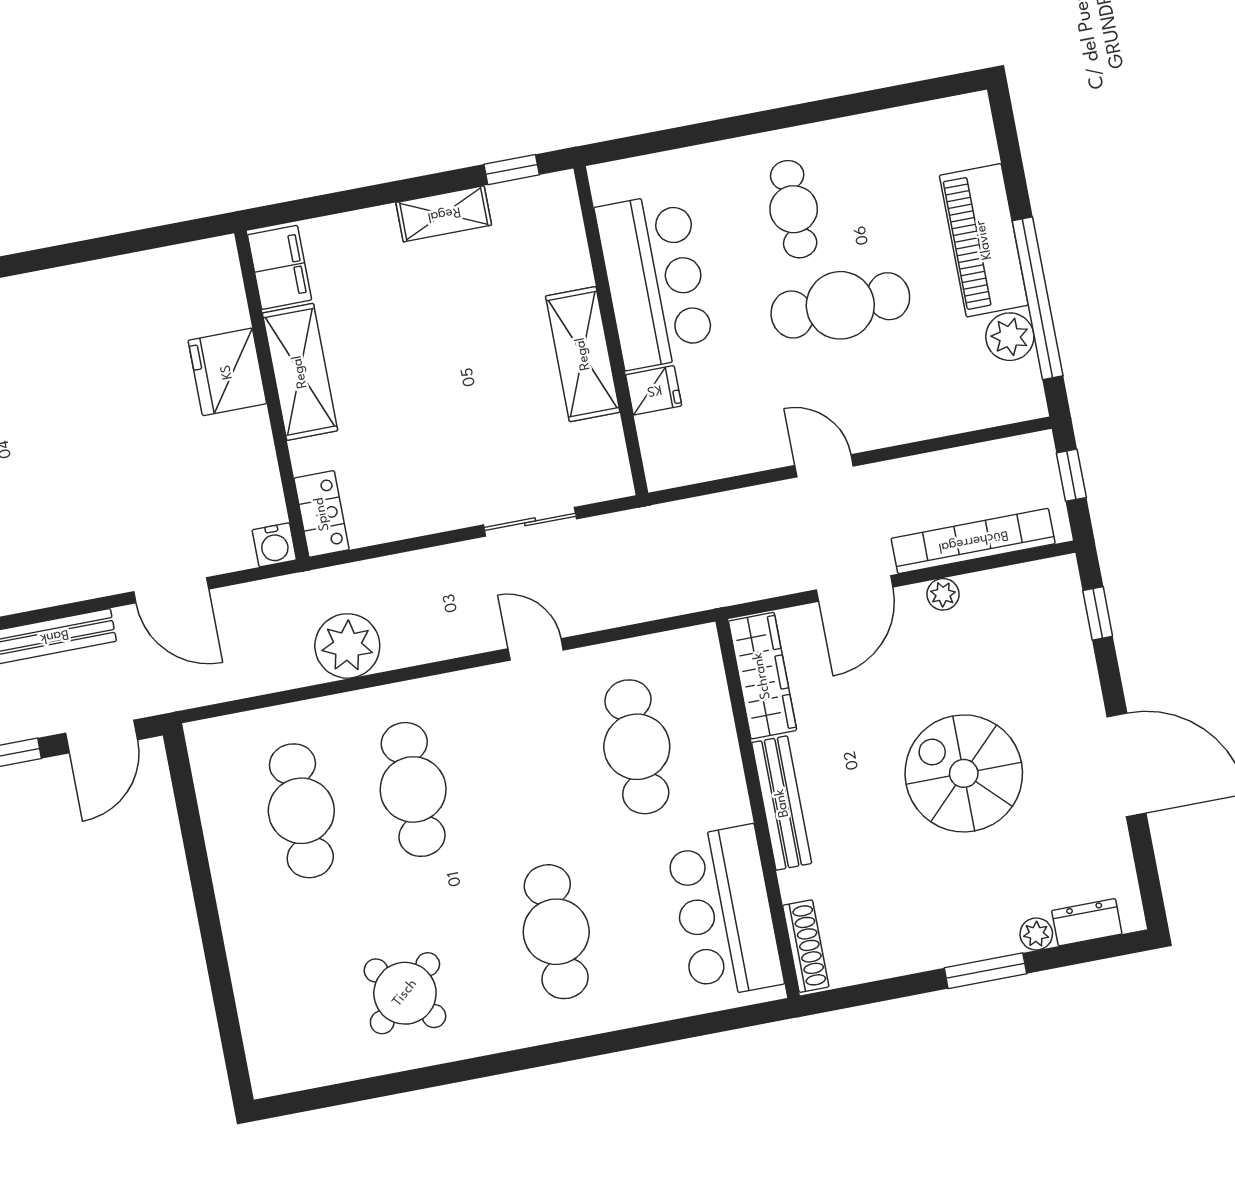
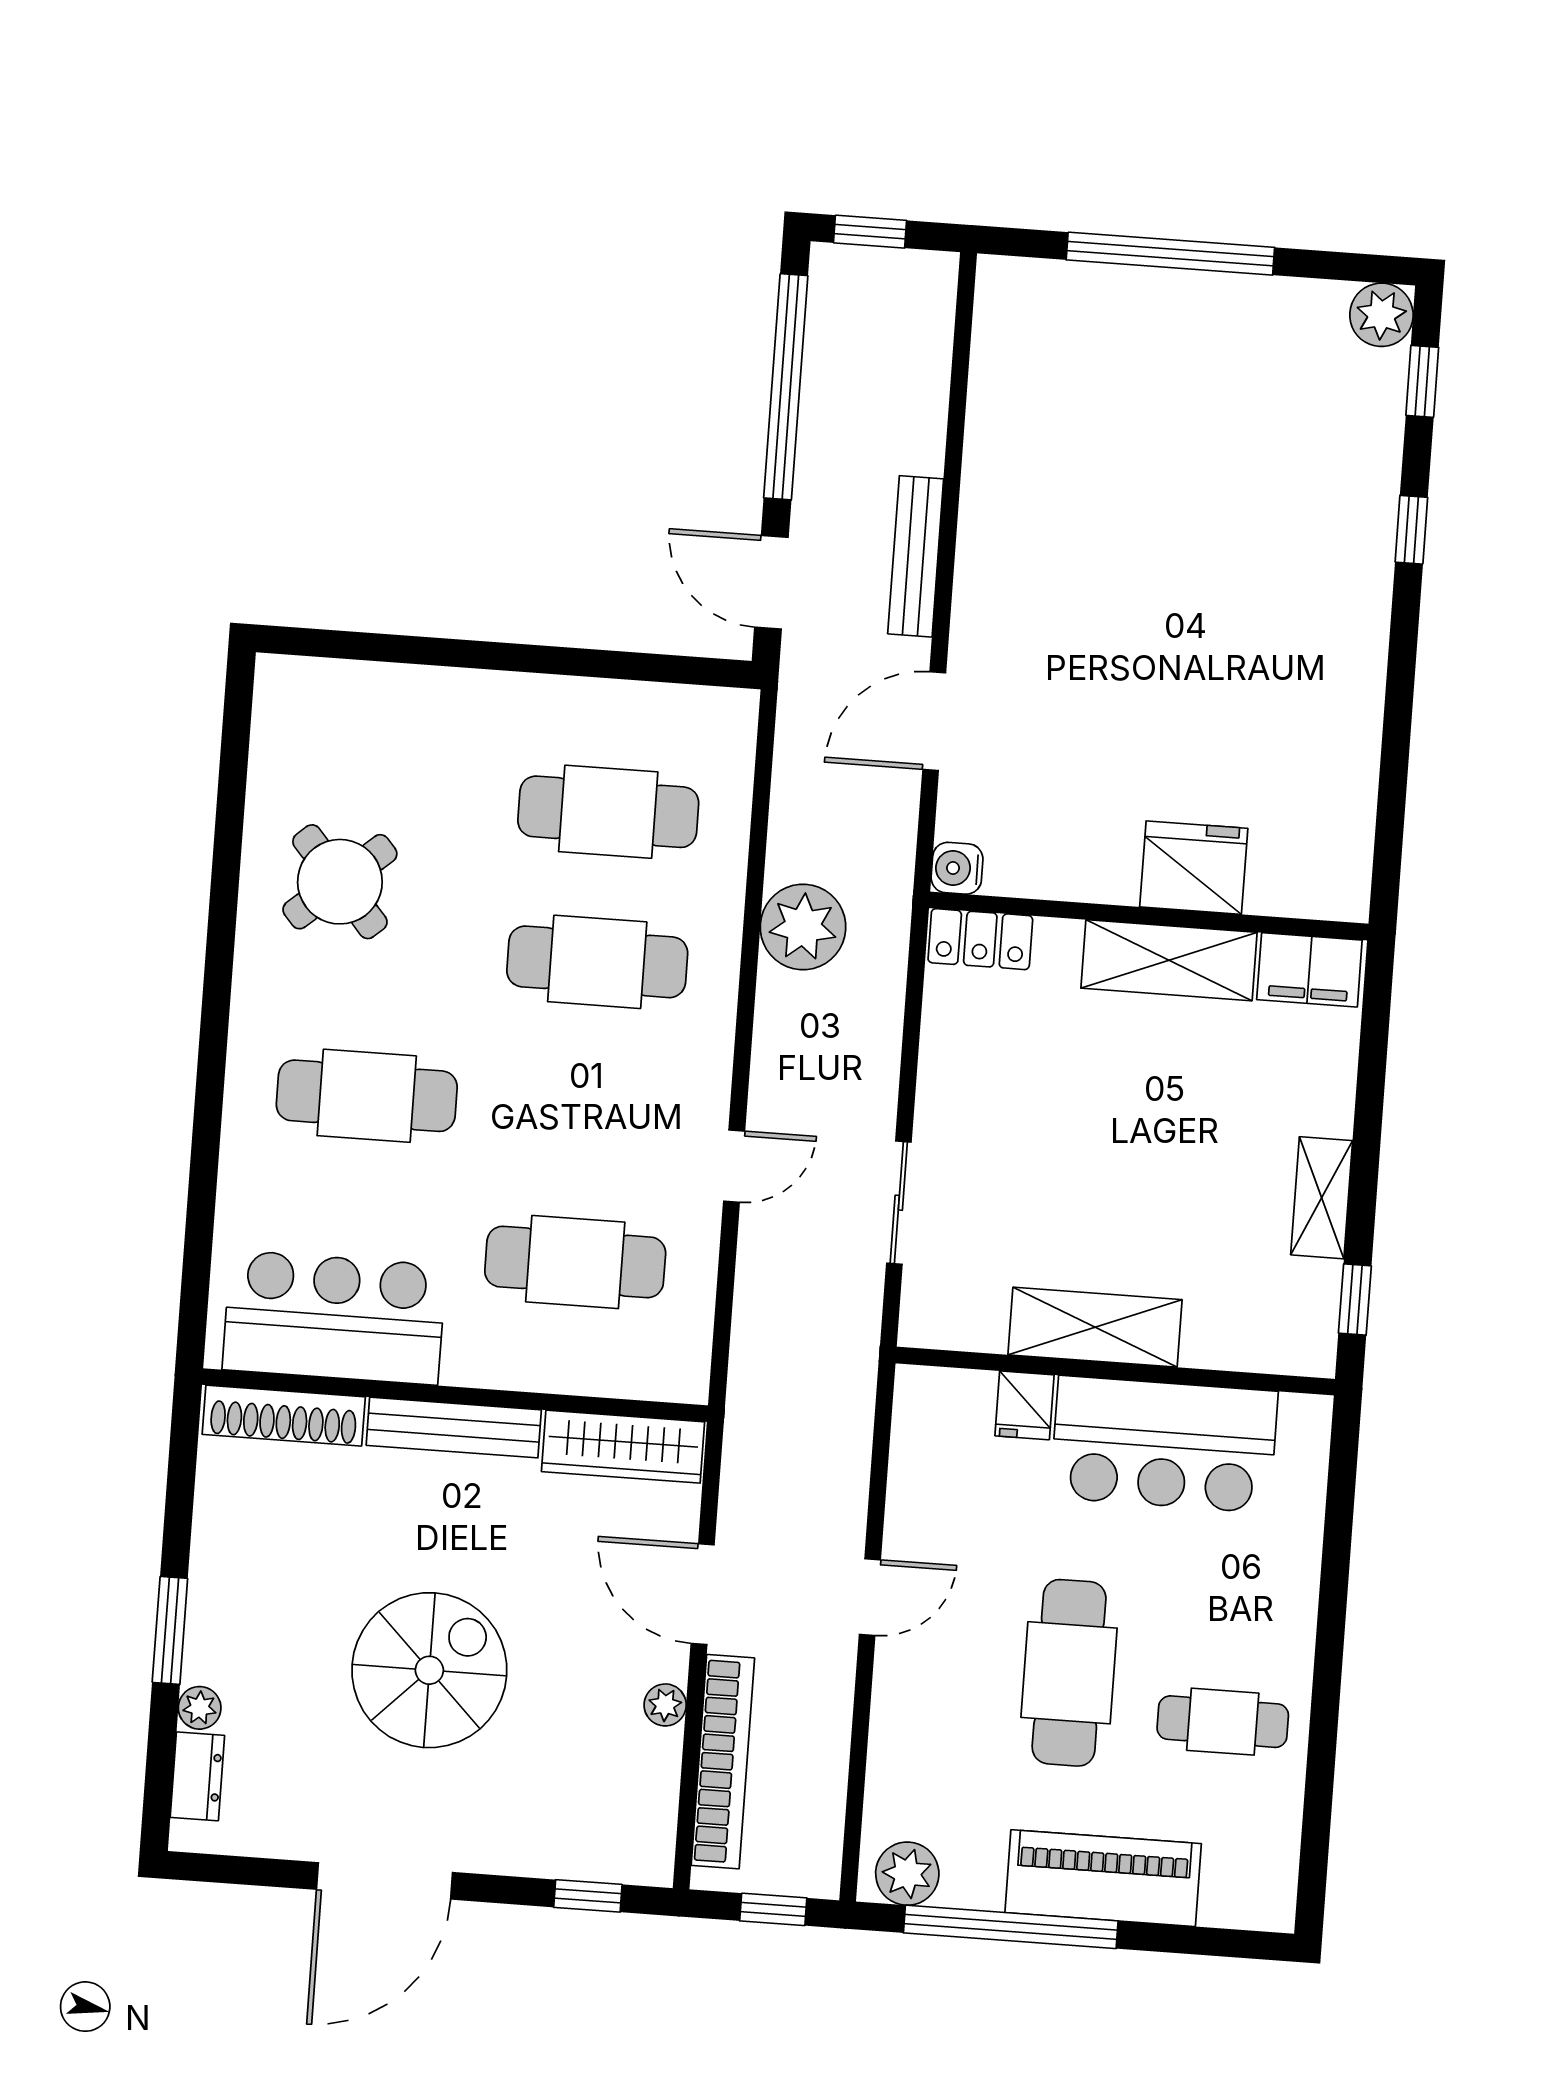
cafe table: (794, 209) -> (1223, 1722), moved
plant: (1010, 337) -> (907, 1874), moved
shoe rack: (806, 946) -> (284, 1416), width x1.36, depth x1.24

